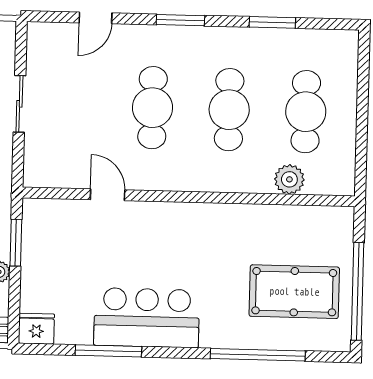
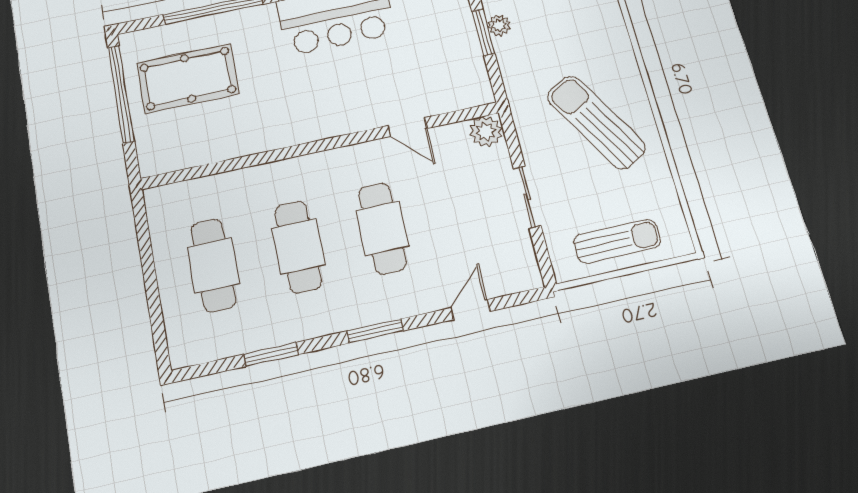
plant: (289, 179) -> (486, 131), moved
window: (16, 243) -> (483, 32), moved

